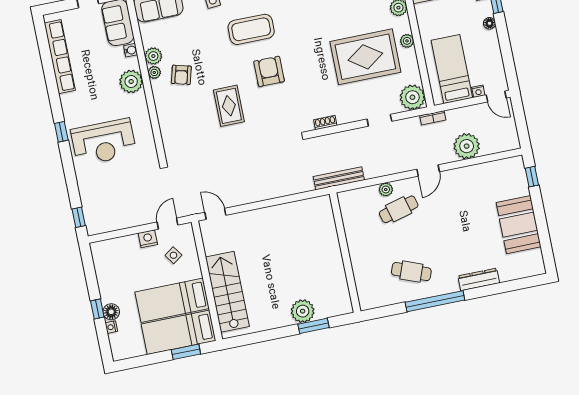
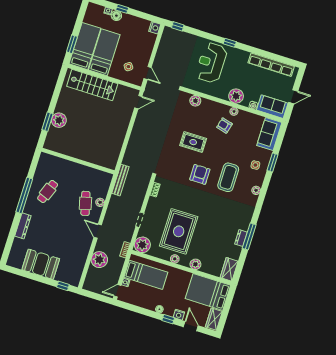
plant: (153, 56) -> (195, 101), moved
armchair: (269, 71) -> (200, 174), turned -90
nightstand: (148, 239) -> (155, 28), moved

